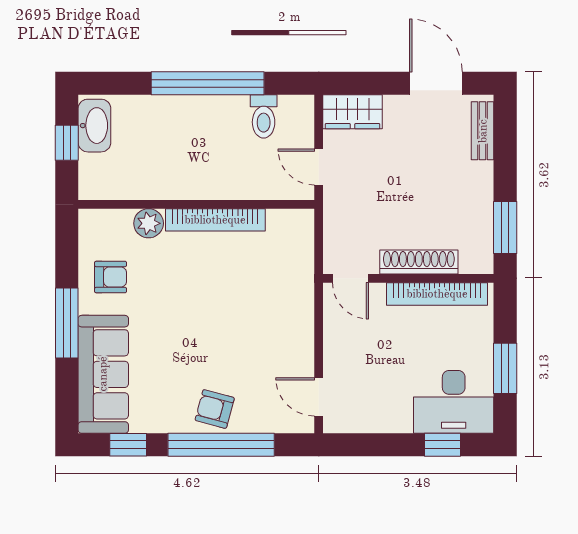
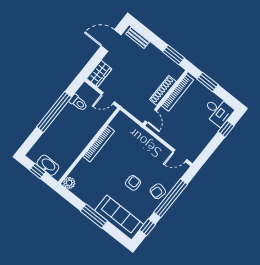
washbasin: (94, 126) -> (48, 165), moved
plant: (149, 223) -> (69, 183), moved
armchair: (111, 277) -> (133, 183), moved
door: (350, 278) -> (151, 116), hinge flipped
window: (505, 368) -> (208, 82), moved
desk: (454, 402) -> (218, 111), width x0.73

